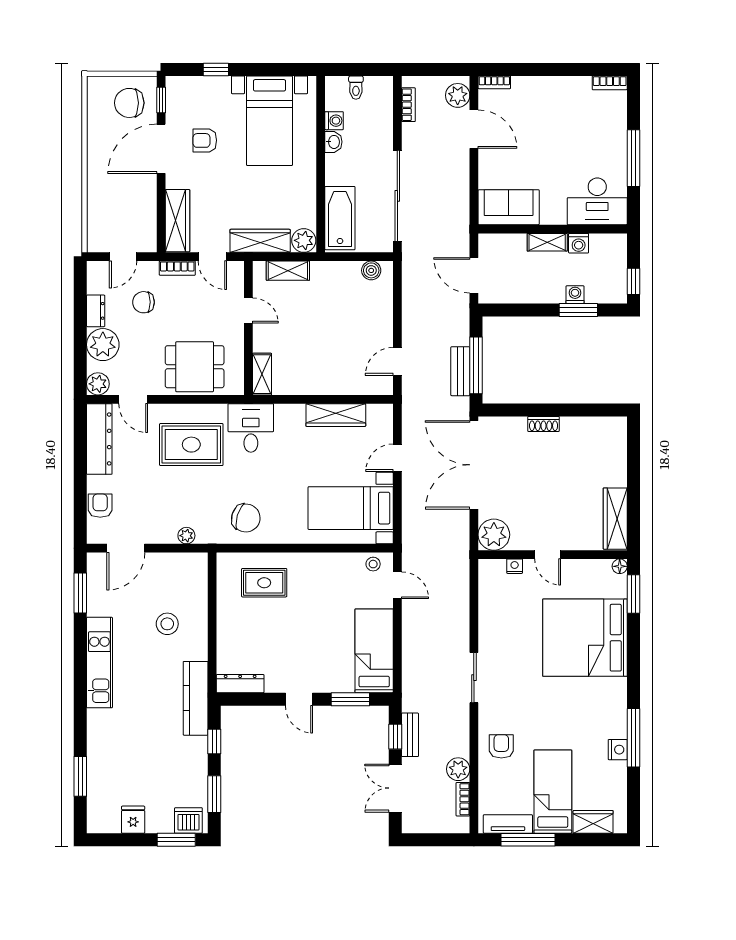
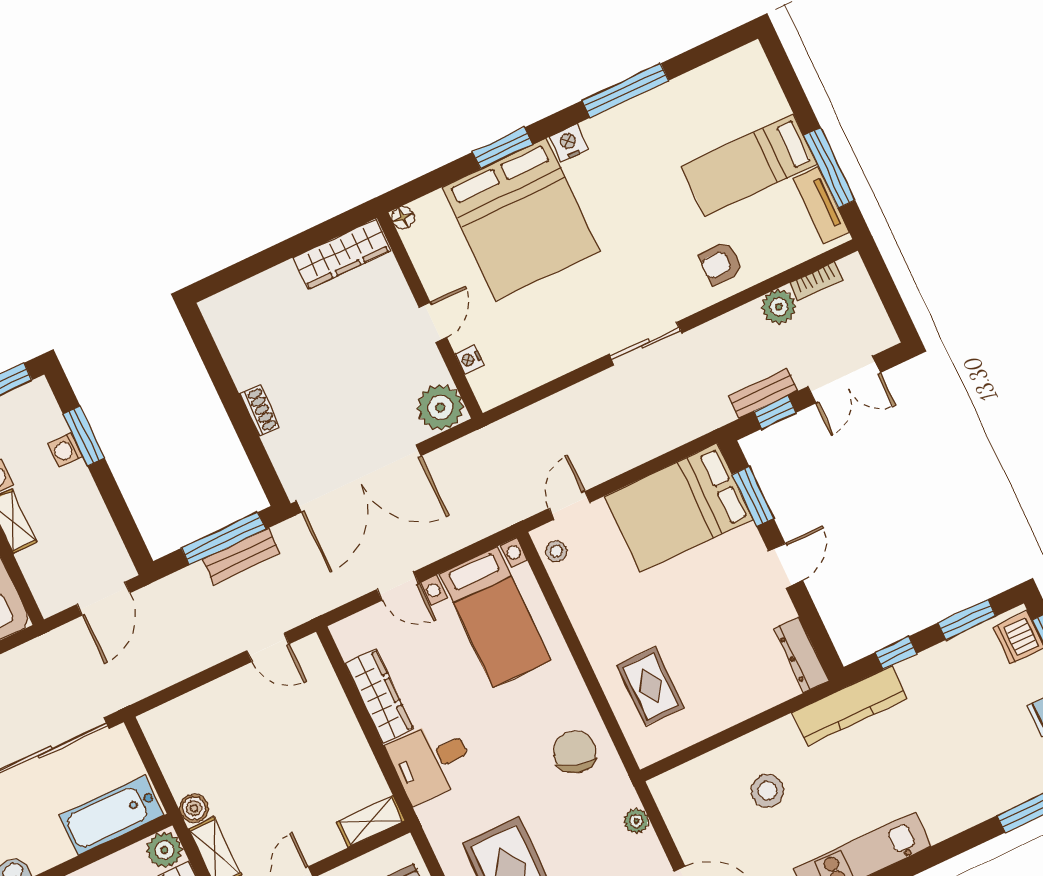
boiler: (371, 270) -> (194, 808), moved
desk: (251, 428) -> (431, 761), moved
window: (633, 594) -> (503, 148), moved
bed: (374, 651) -> (679, 508), width x1.50
nightstand: (618, 750) -> (569, 143), moved
wardrobe: (593, 822) -> (764, 92), removed

